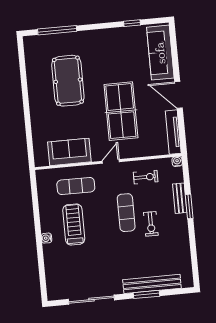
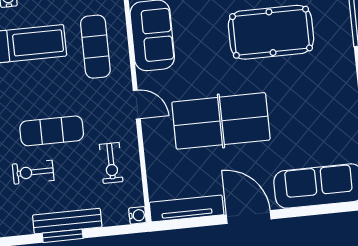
door: (179, 95) -> (249, 217), hinge flipped
bench: (180, 198) -> (67, 221), width x1.36

